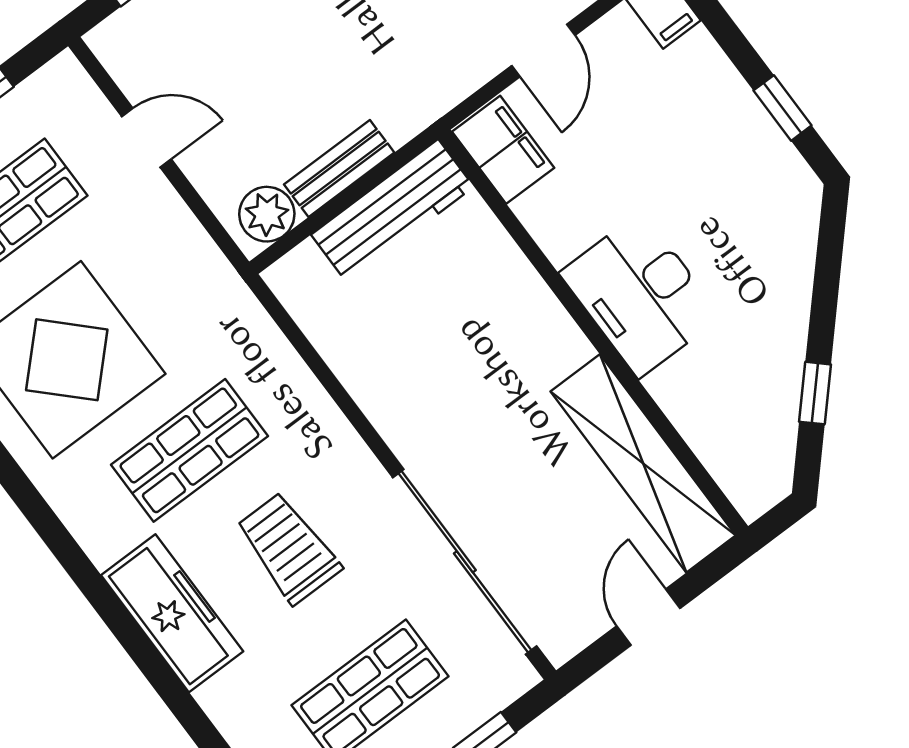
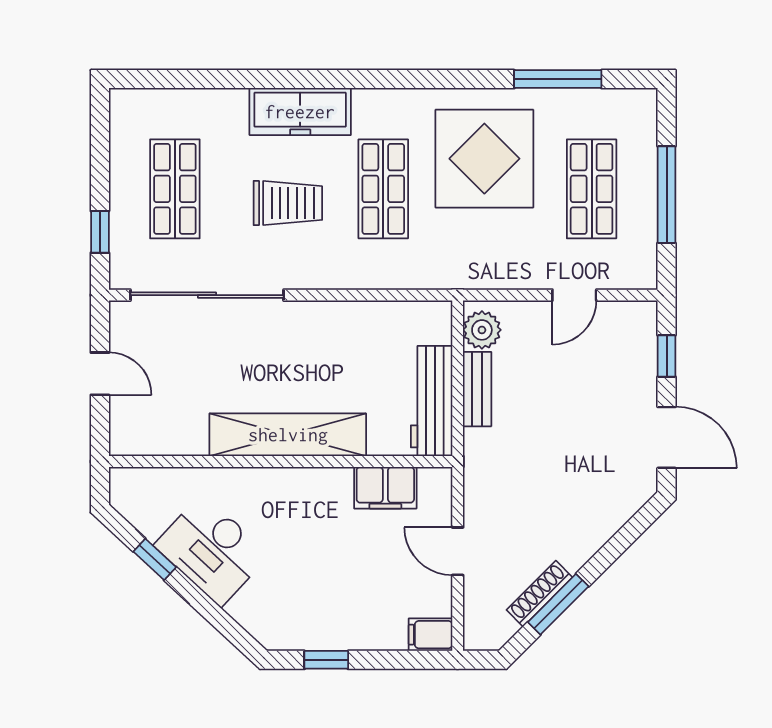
filing cabinet: (503, 150) -> (385, 488), moved
desk: (640, 295) -> (212, 550), moved, turned -137
shelving: (643, 463) -> (288, 435), moved

